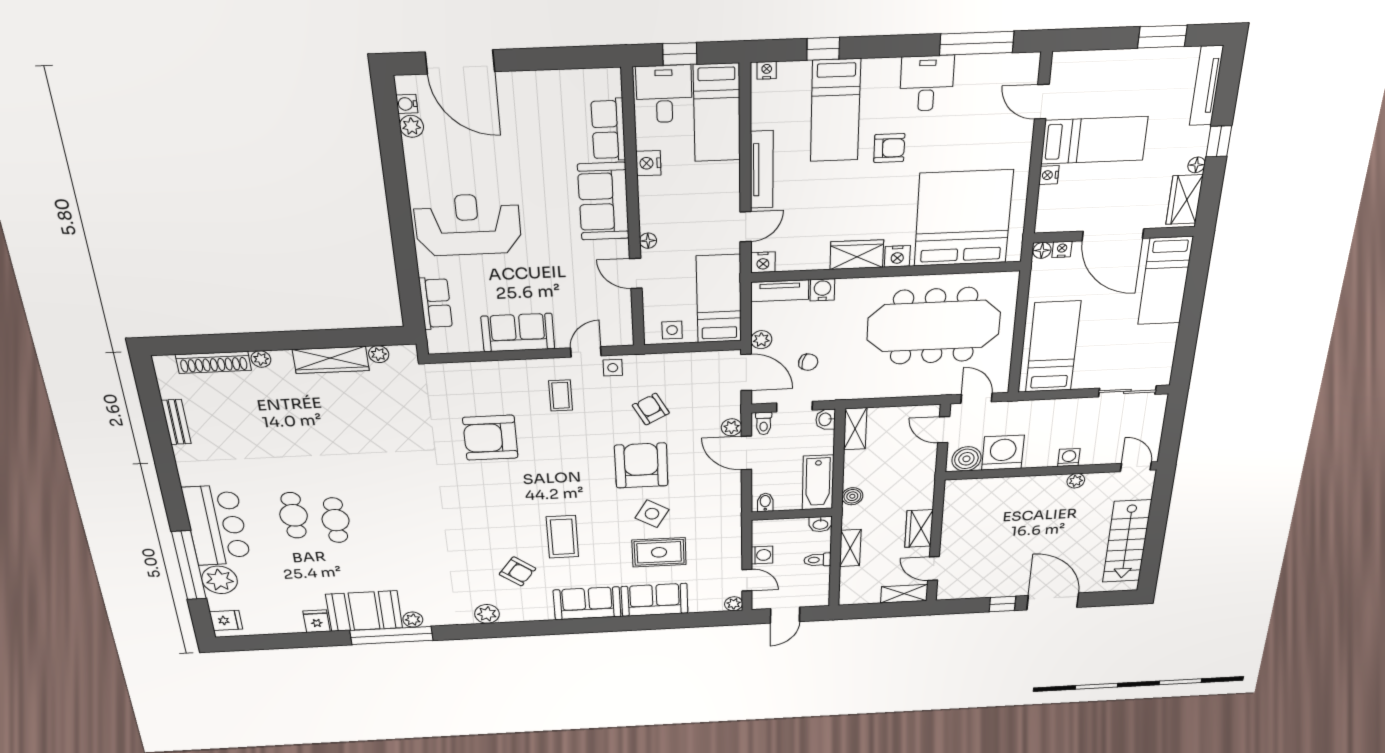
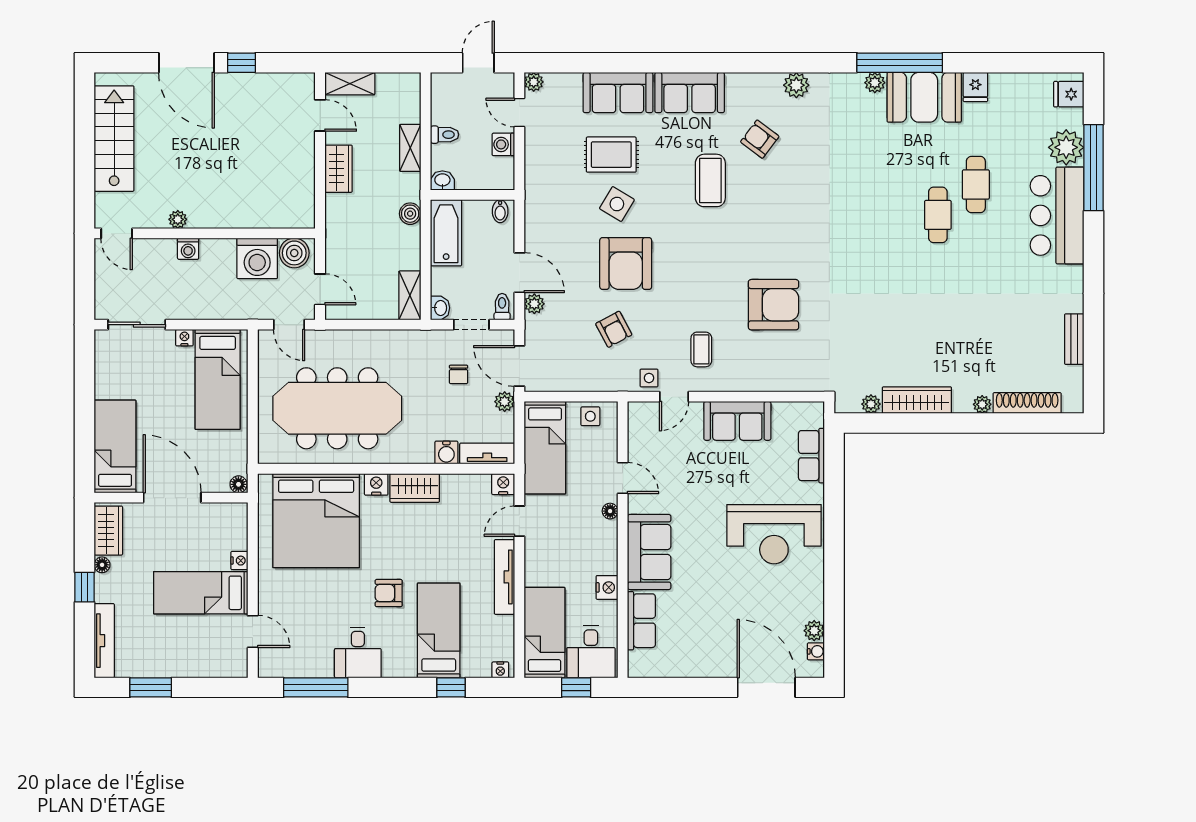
nightstand: (1062, 249) -> (184, 338), moved, turned 180
chair: (808, 362) -> (459, 374), turned -105
cafe table: (294, 515) -> (976, 184), moved

